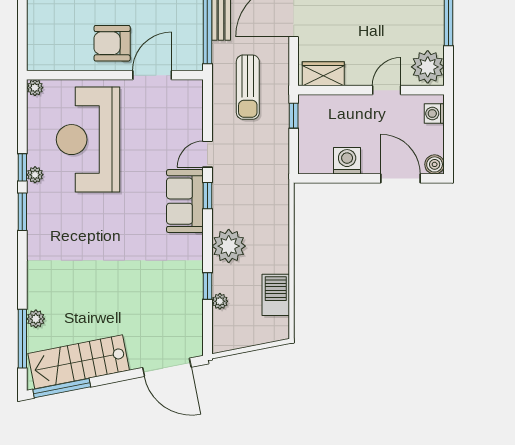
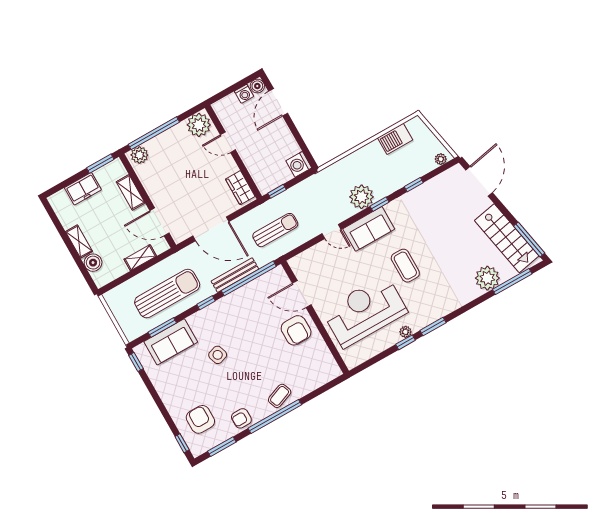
plant: (35, 88) -> (351, 363), removed
washing machine: (434, 114) -> (244, 94), moved
reception desk: (88, 140) -> (365, 311), turned 180
washing machine: (347, 161) -> (299, 164), moved
window: (207, 196) -> (379, 204), moved
coffee table: (115, 220) -> (405, 266), added
plant: (229, 246) -> (361, 197), moved
plant: (220, 301) -> (441, 159), moved
plant: (36, 319) -> (487, 278), width x1.87, depth x1.87

